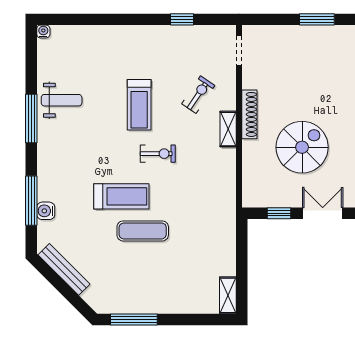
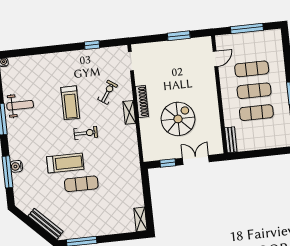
water cooler: (46, 211) -> (16, 166), moved
bench: (64, 269) -> (46, 224), moved

